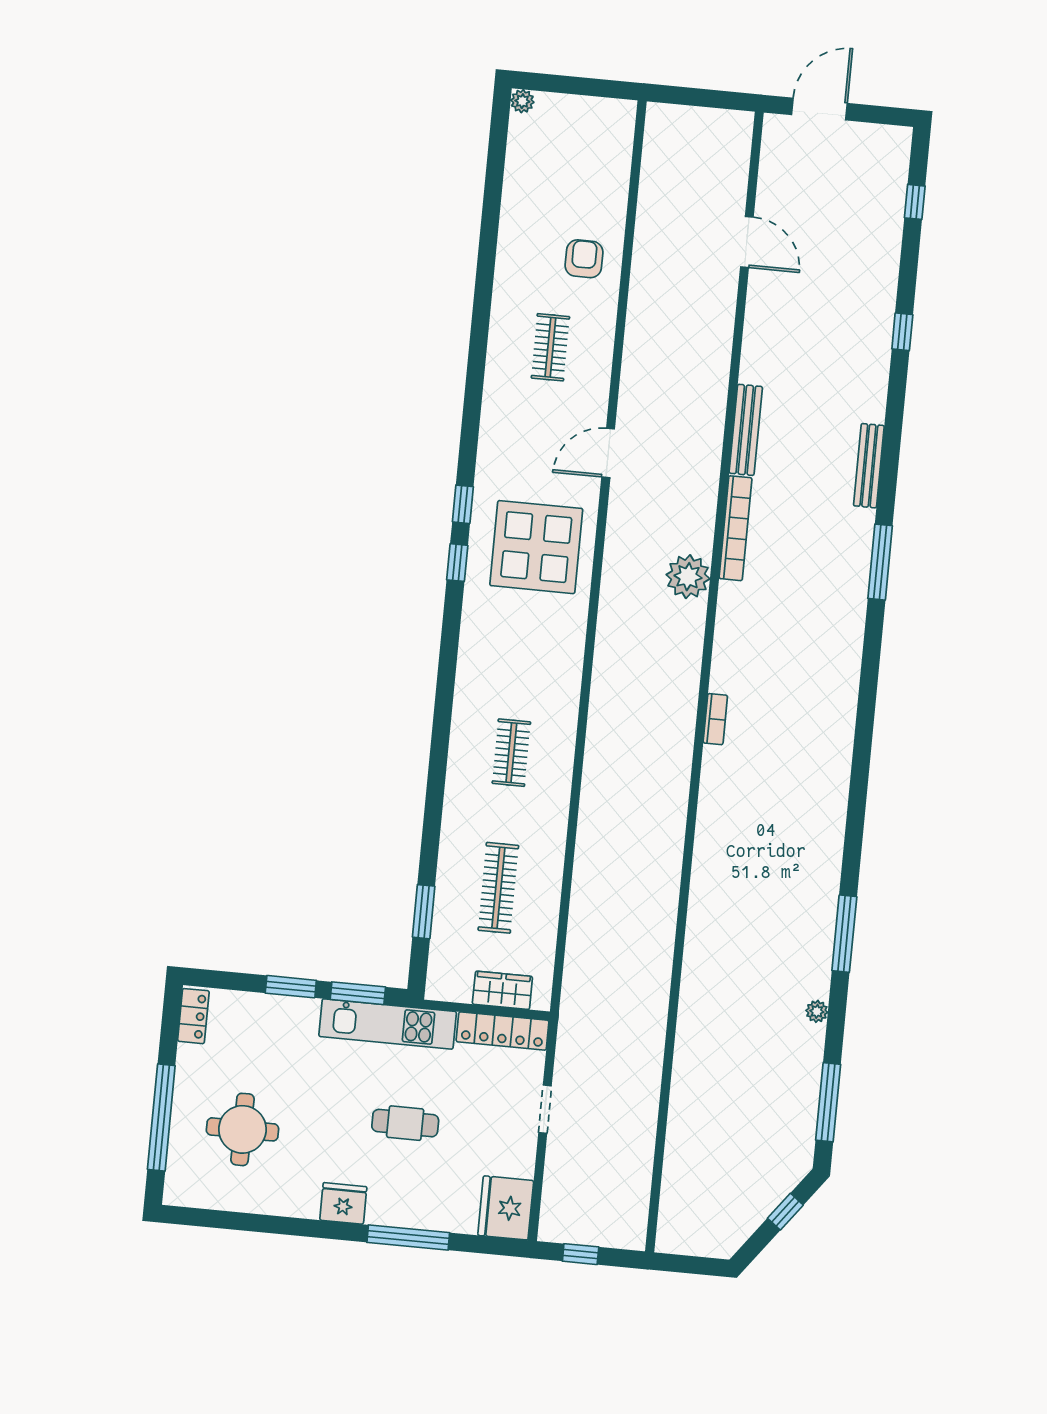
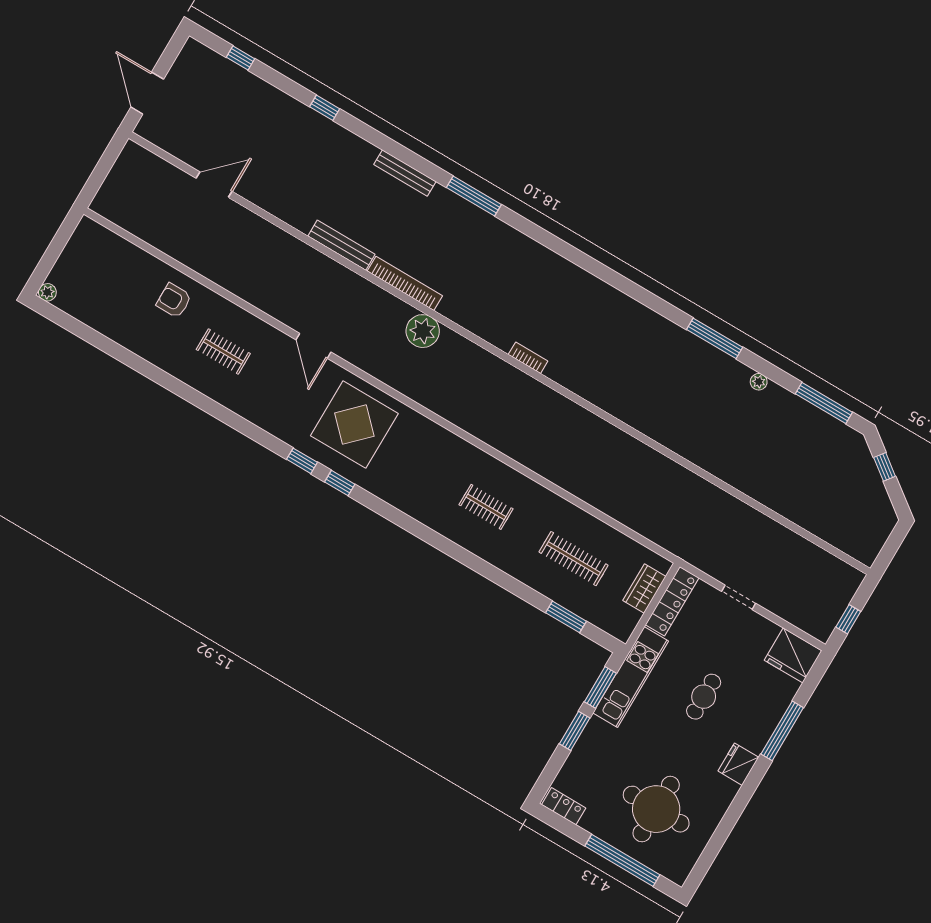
round table: (242, 1129) -> (656, 809), width x1.36, depth x1.36

